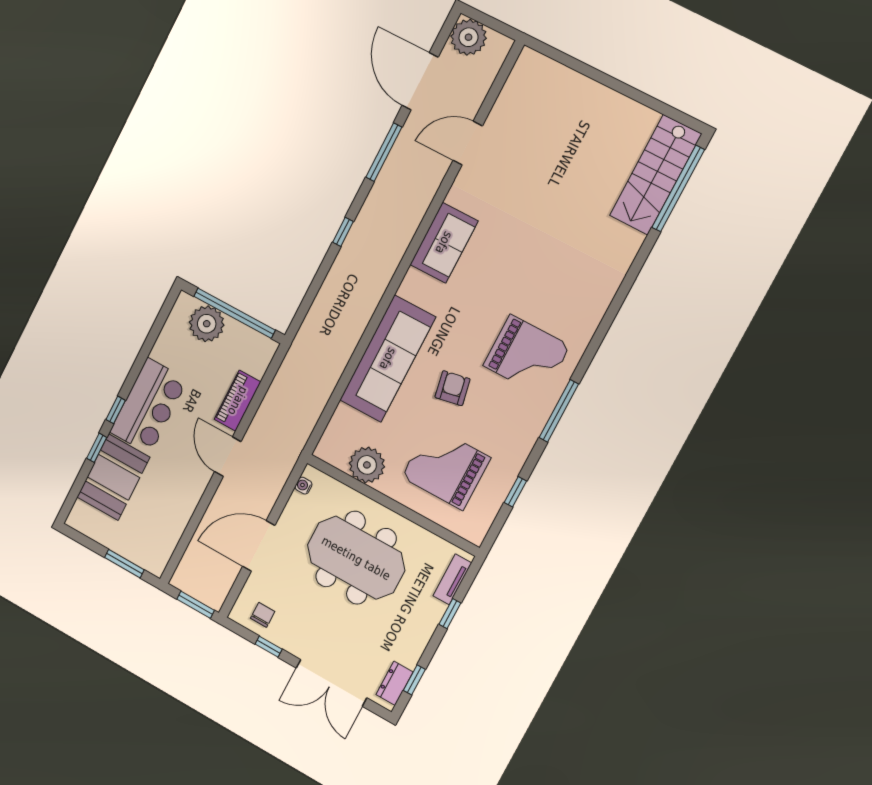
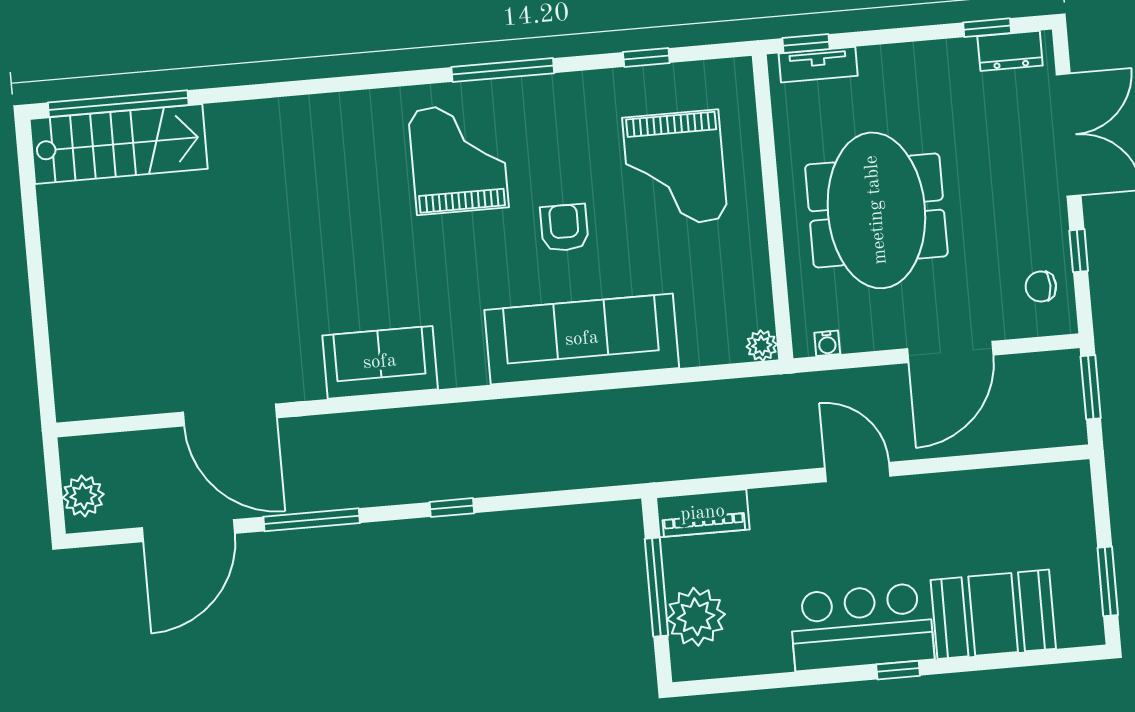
plant: (469, 37) -> (83, 496), width x0.73, depth x0.73
door: (468, 143) -> (230, 415), width x1.36
window: (234, 313) -> (656, 587), width x0.68
armchair: (453, 388) -> (564, 228), turned 101
piano: (238, 401) -> (703, 513), moved
window: (97, 448) -> (968, 664), removed
door: (228, 457) -> (858, 472), swing flipped
plant: (367, 465) -> (762, 345), moved, width x0.53, depth x0.53
door: (259, 546) -> (950, 352), hinge flipped
window: (124, 564) -> (1108, 581), moved
window: (450, 614) -> (806, 44), moved

